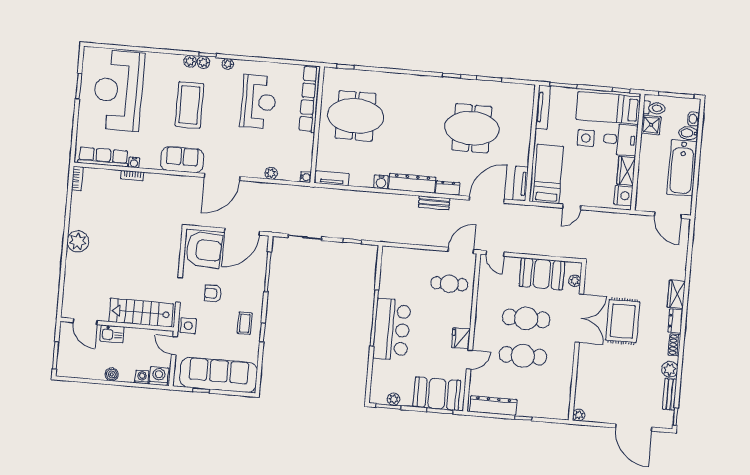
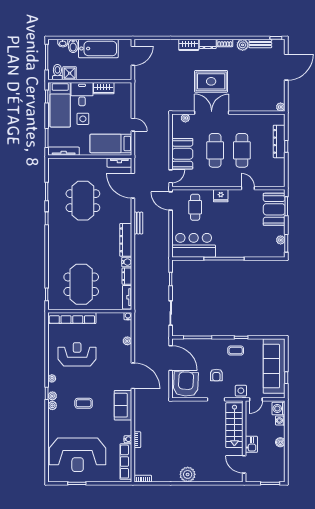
coffee table: (189, 105) -> (84, 403), width x0.54, depth x0.58
dresser: (448, 188) -> (127, 276), moved
nightstand: (623, 196) -> (122, 88), removed
booth: (542, 274) -> (182, 154), moved
door: (85, 322) -> (244, 464), swing flipped
bar counter: (392, 329) -> (194, 245), moved
fridge: (461, 338) -> (221, 196), moved
dresser: (493, 406) -> (279, 141), moved

